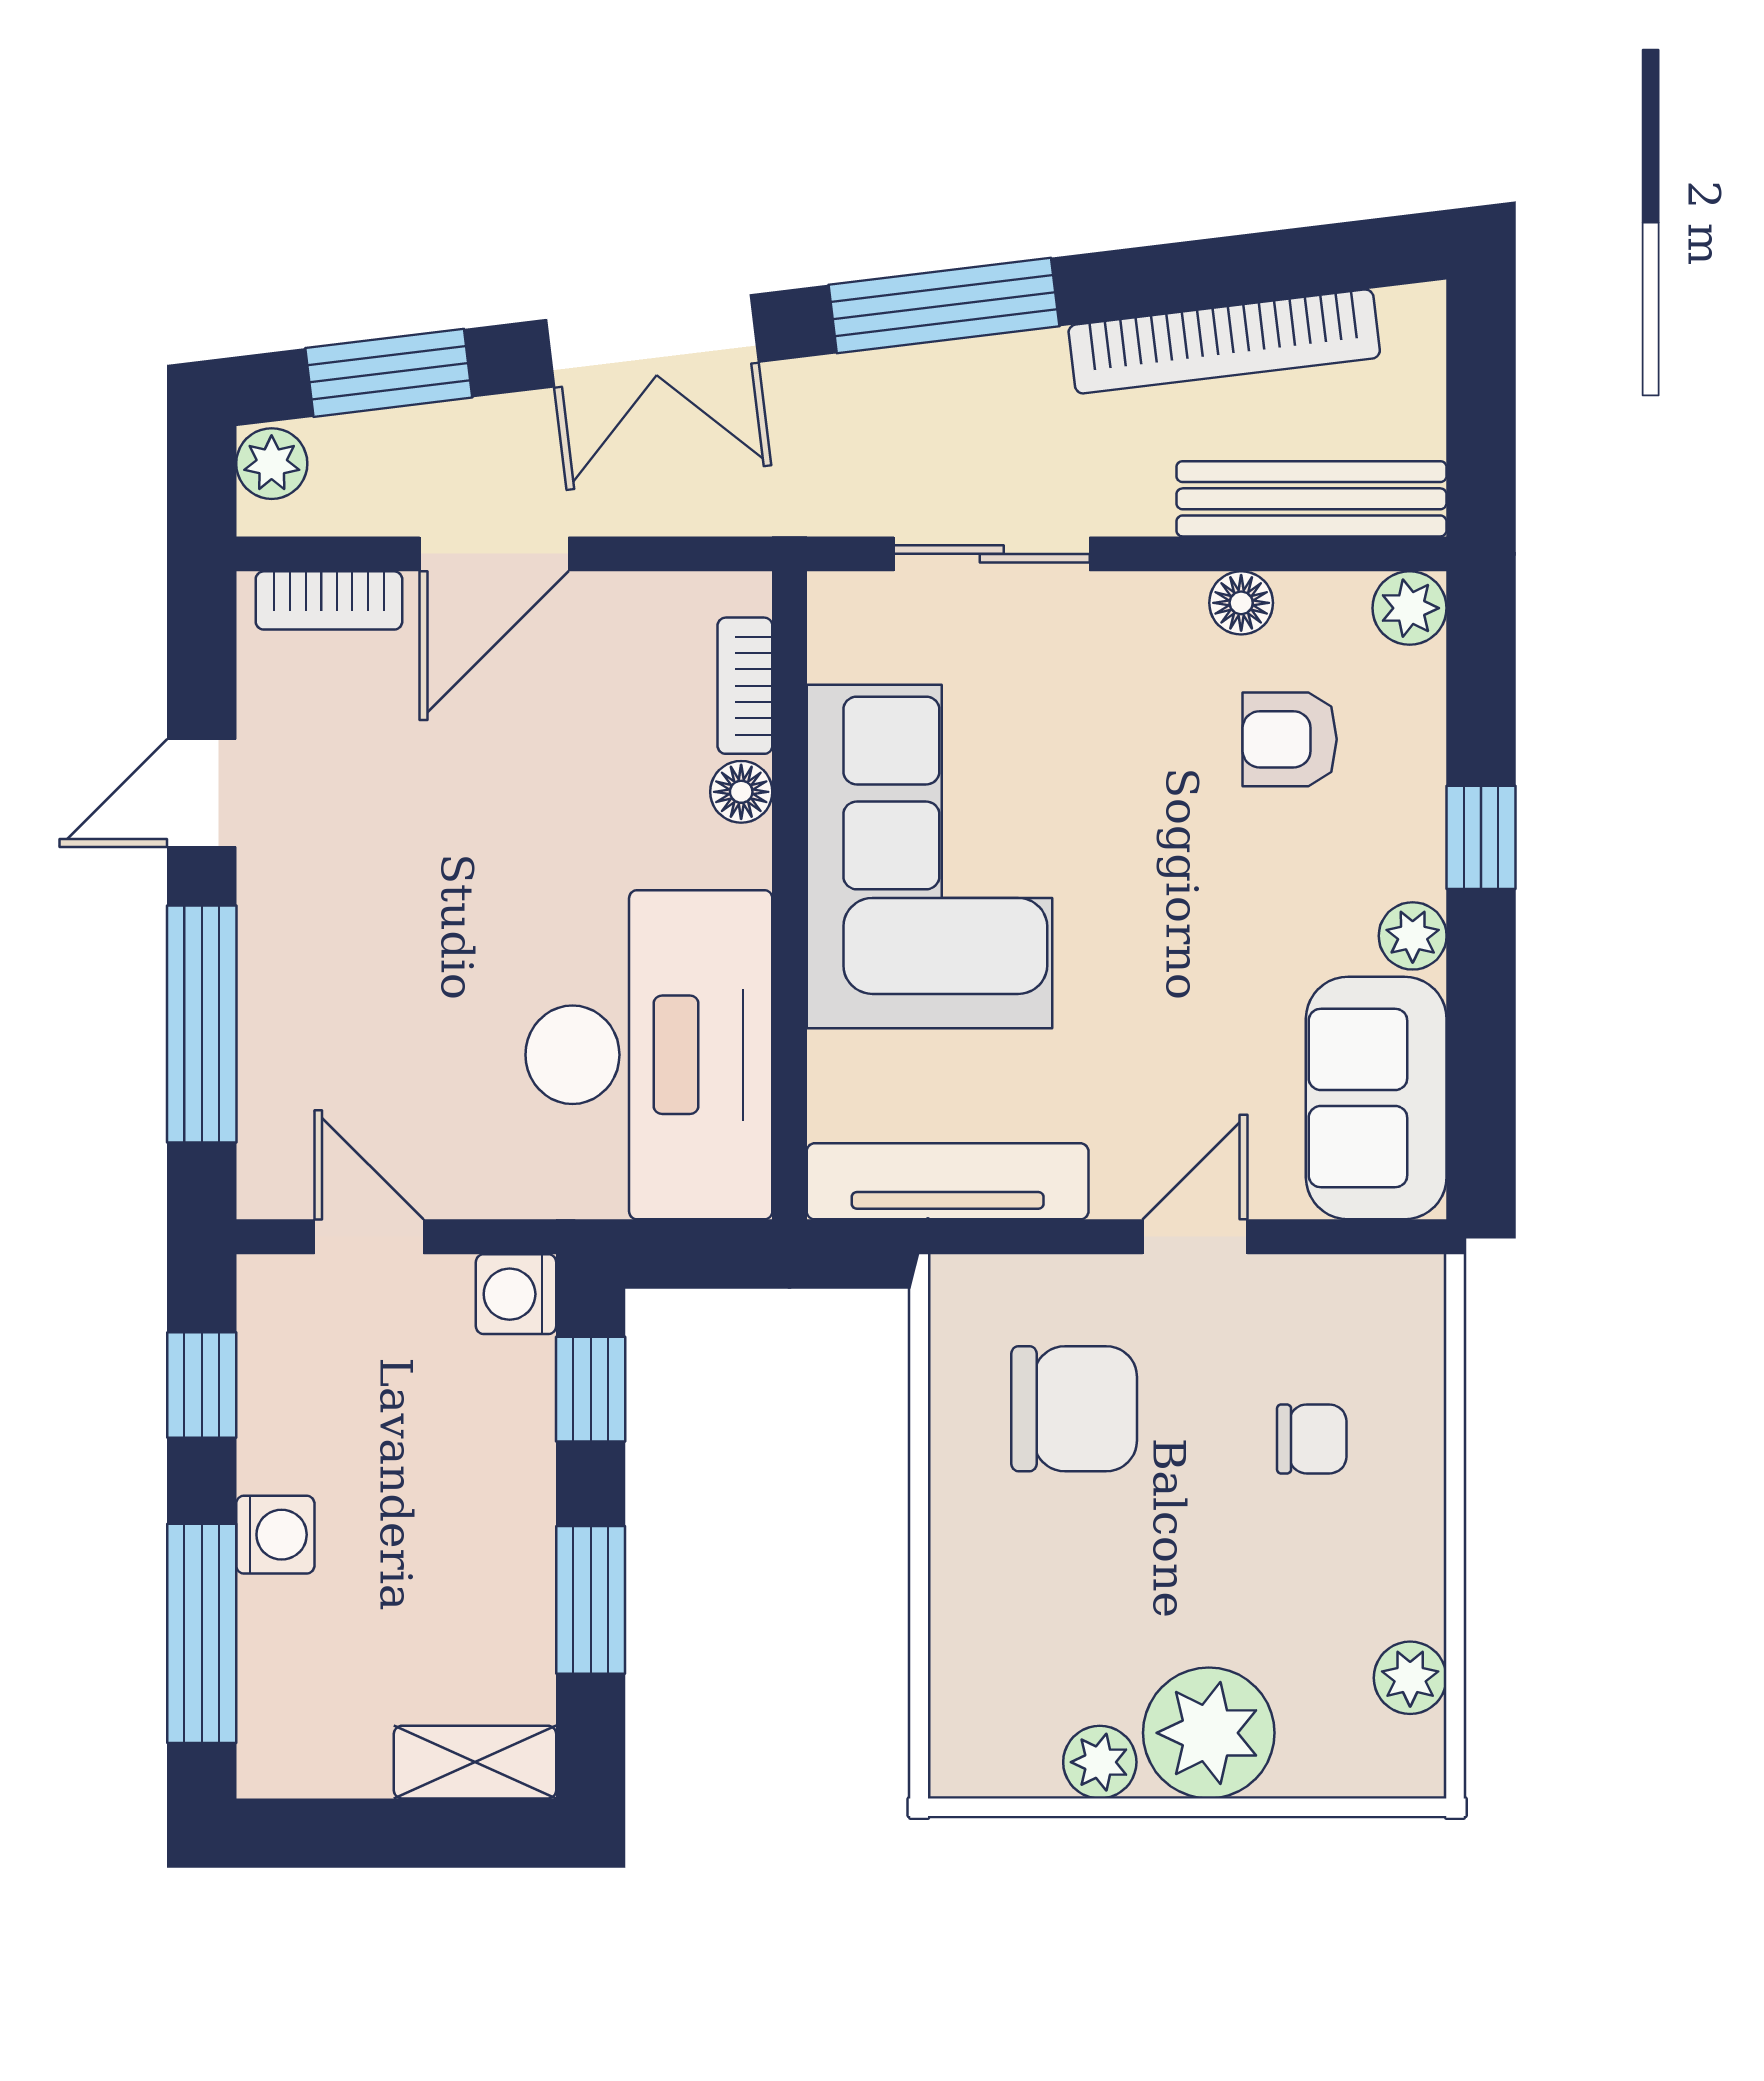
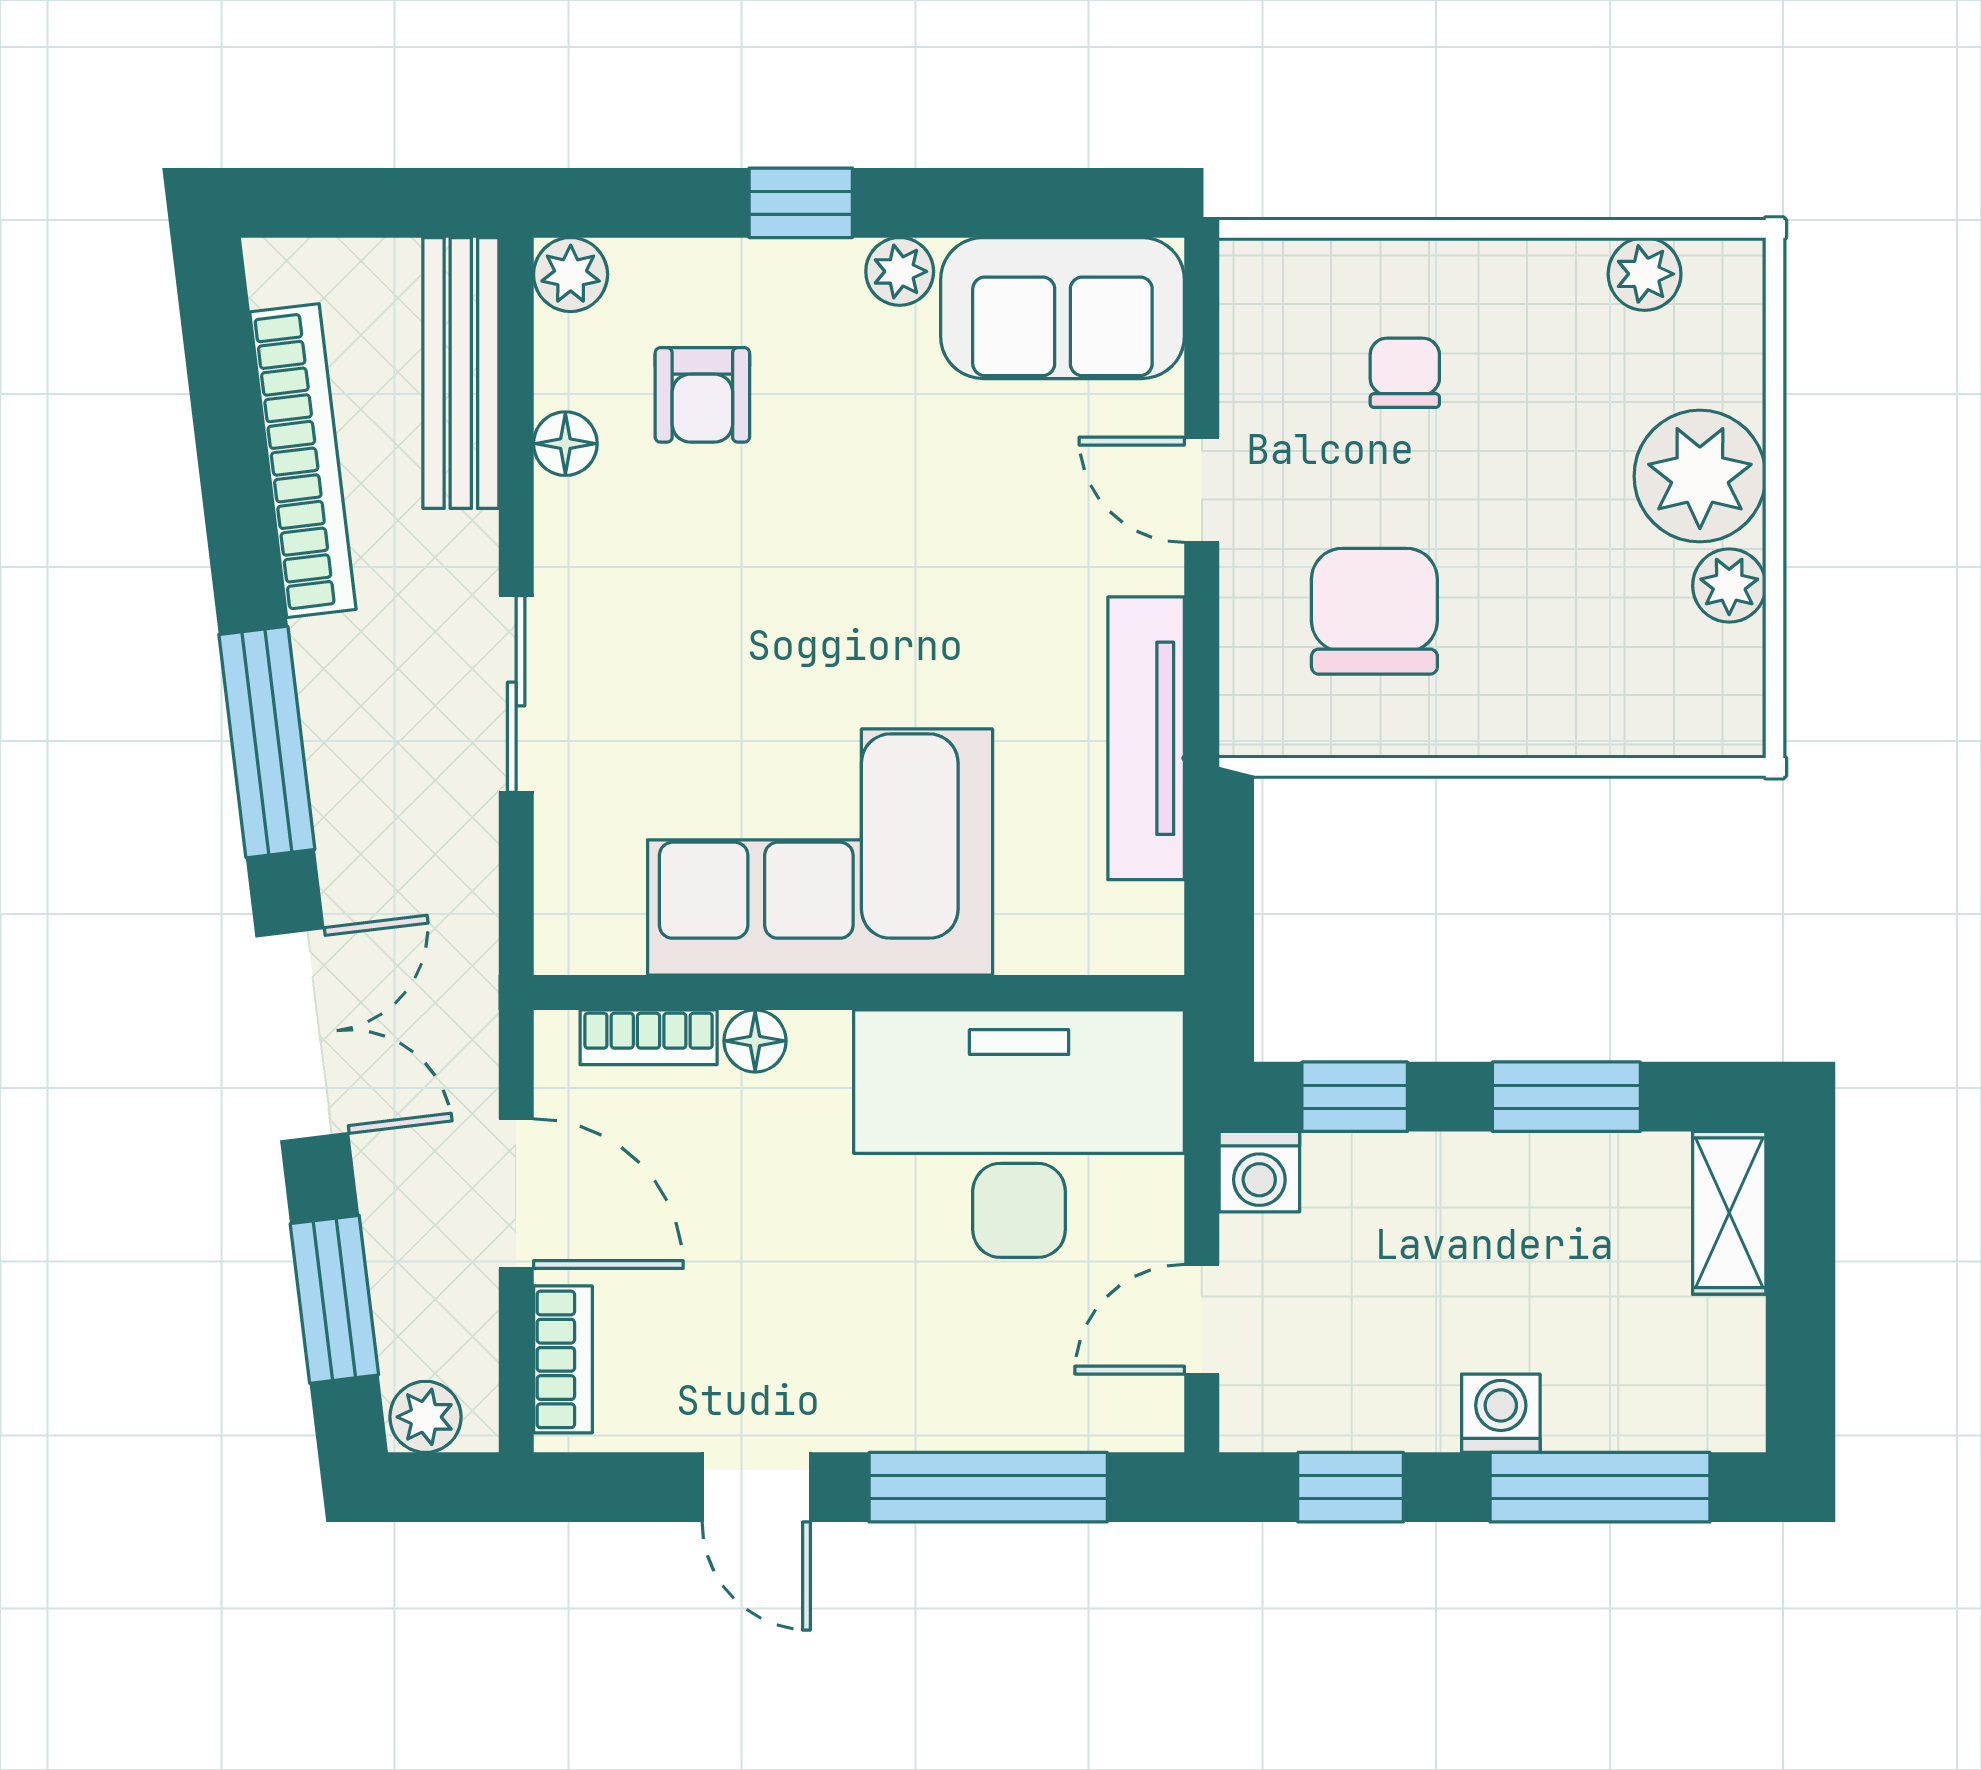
bookcase: (745, 686) -> (649, 1037), moved
floor lamp: (741, 792) -> (755, 1041), moved
corner sofa: (929, 857) -> (820, 852), moved
wall: (789, 895) -> (859, 993), moved
desk: (649, 1055) -> (1019, 1134), moved

